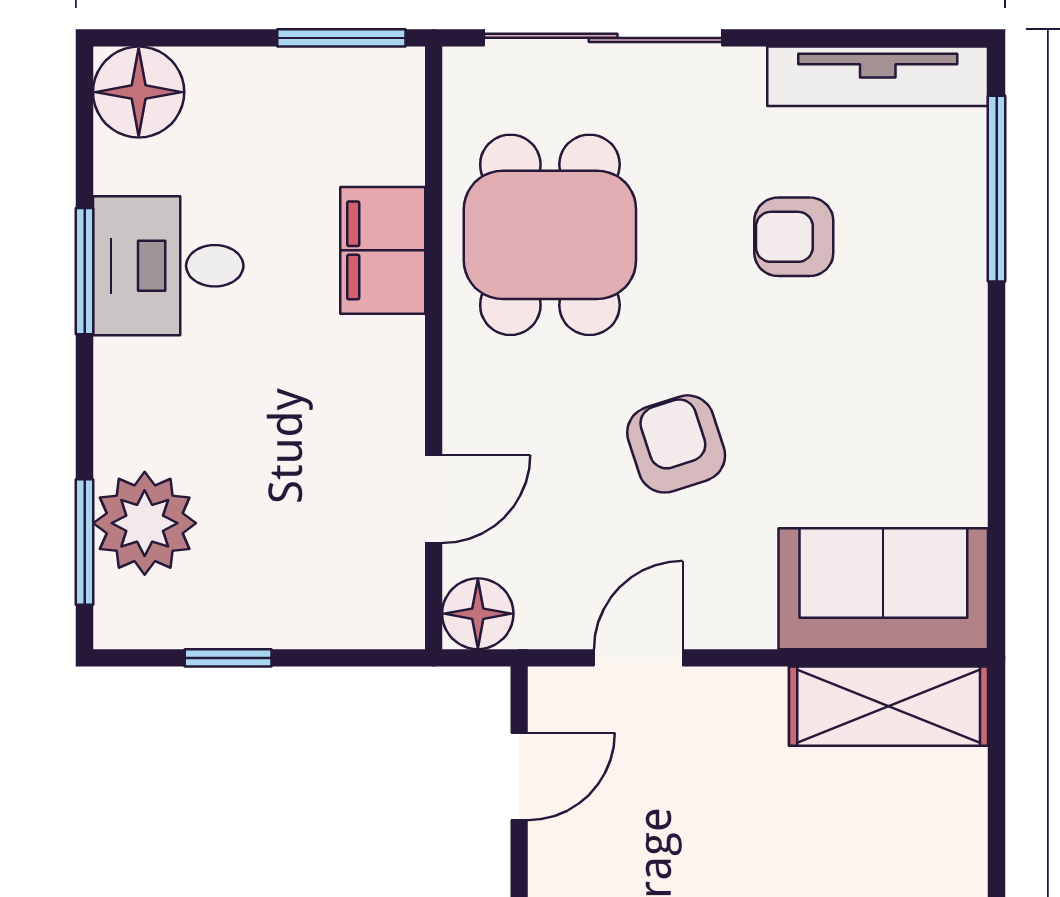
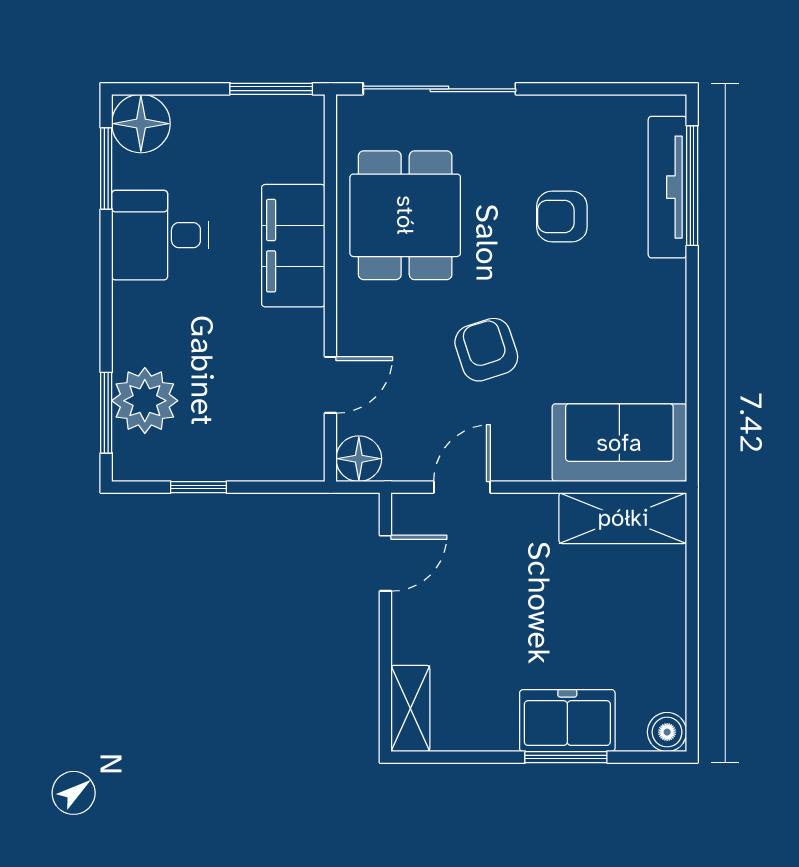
tv unit: (878, 76) -> (667, 187), moved, turned 90
filing cabinet: (383, 250) -> (293, 246), width x1.50, depth x1.17
window: (85, 271) -> (106, 169), moved

